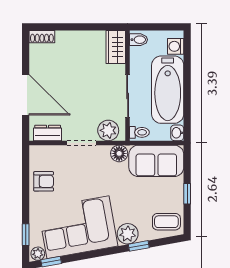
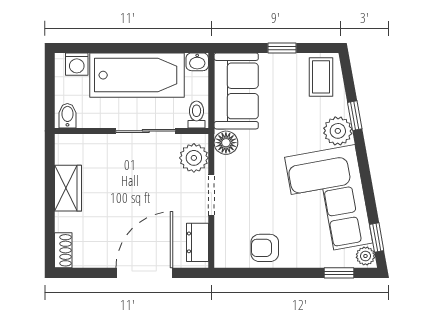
wardrobe: (116, 47) -> (68, 188), moved, turned -90
armchair: (44, 181) -> (265, 248), turned -90

